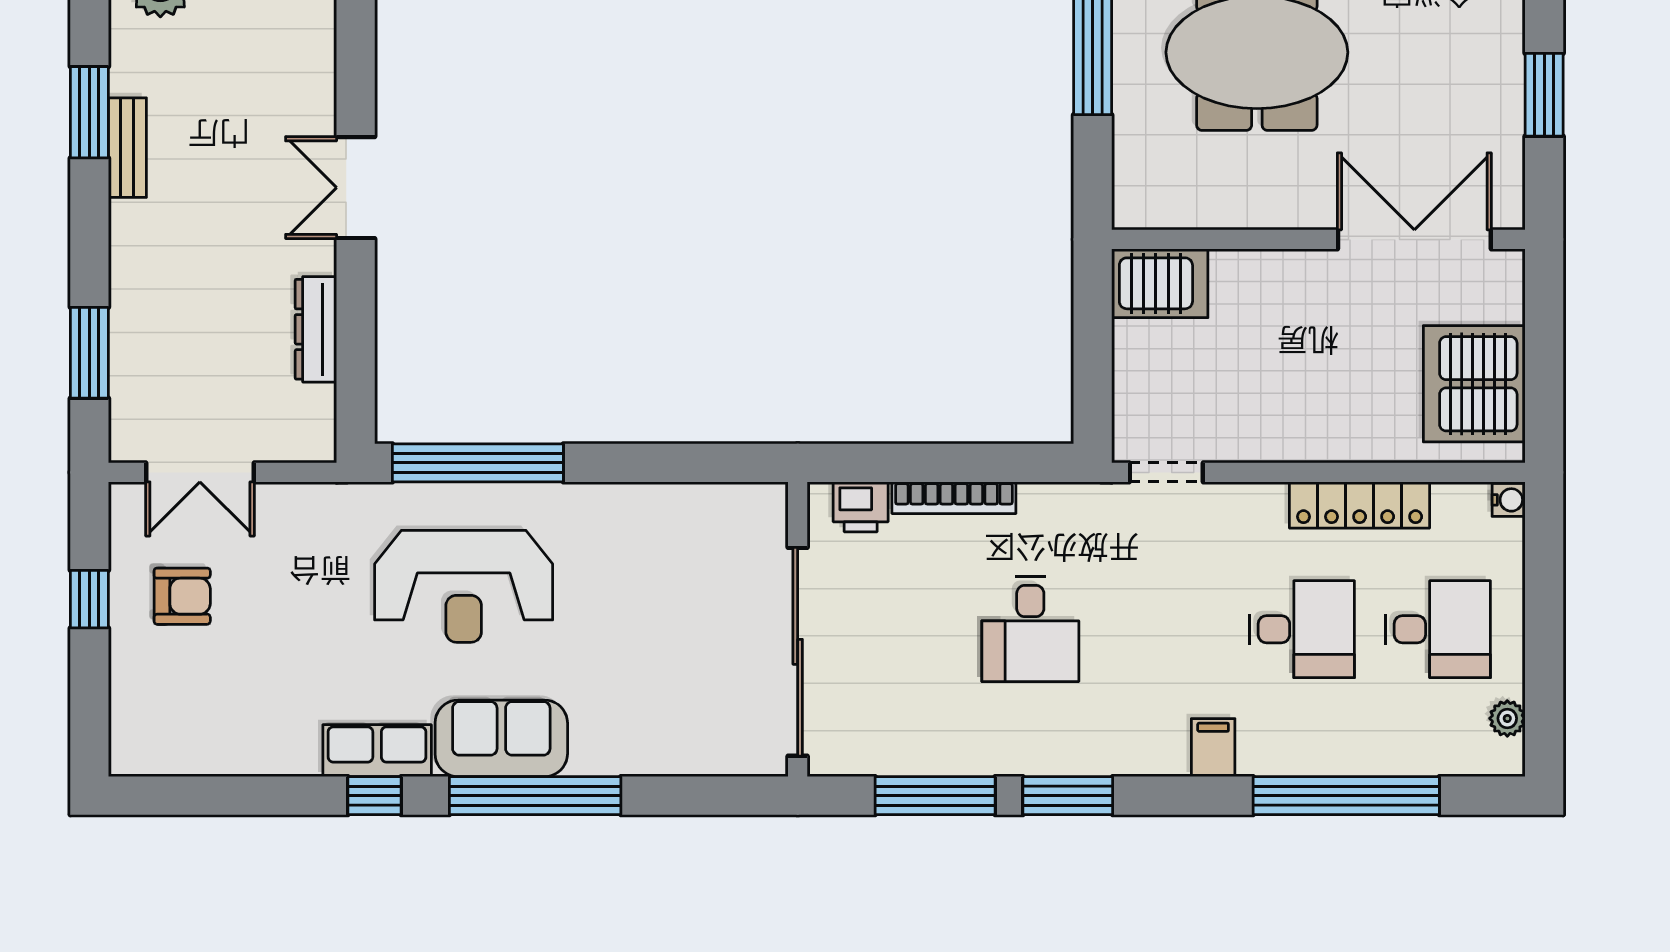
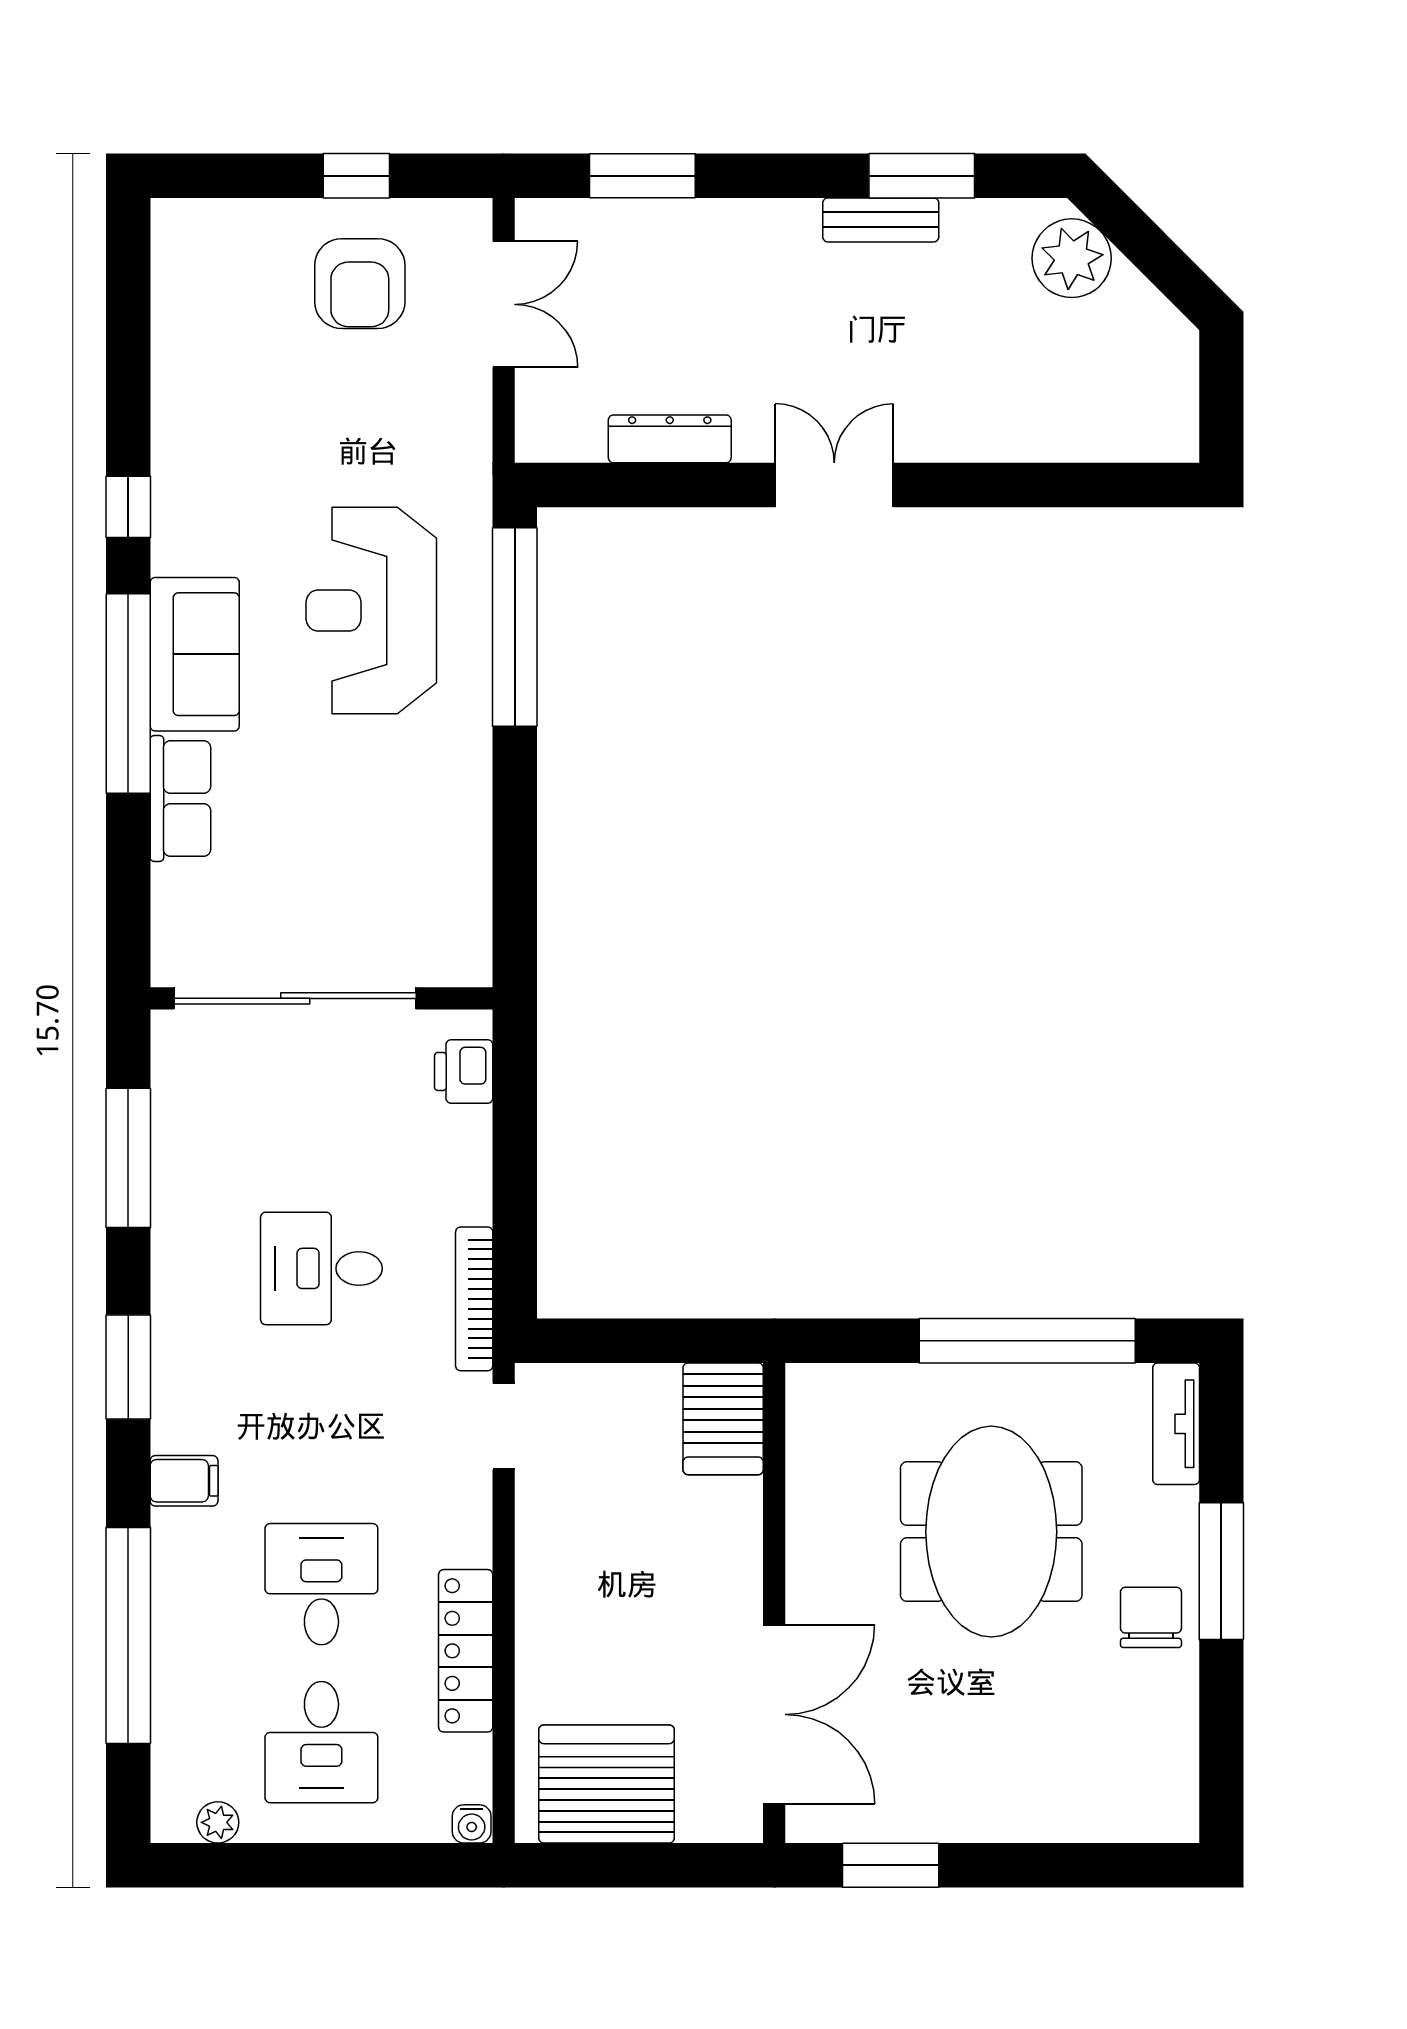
window: (1544, 95) -> (891, 1865), moved
double door: (200, 472) -> (504, 304), swing flipped
bookcase: (954, 498) -> (474, 1299), moved
armchair: (182, 596) -> (360, 284), width x1.38, depth x1.38
desk: (1302, 629) -> (321, 1584), turned 180
row of seats: (377, 751) -> (180, 798), moved
window: (1068, 796) -> (128, 1367), moved

